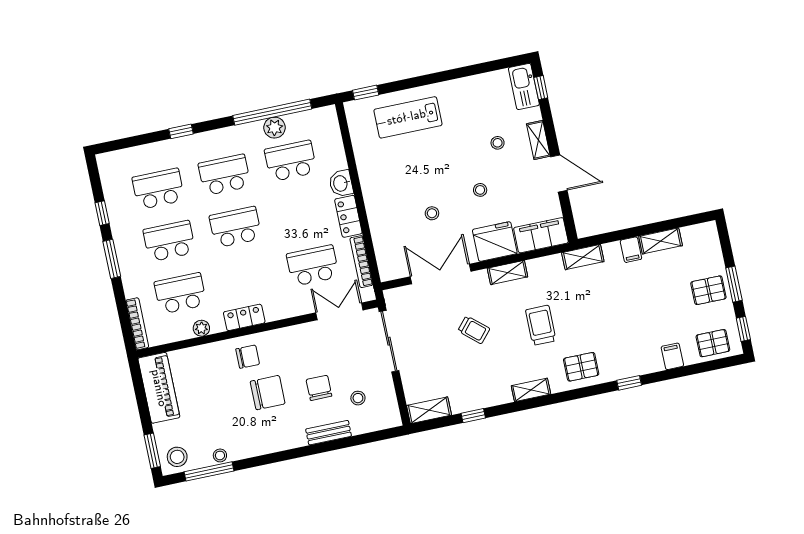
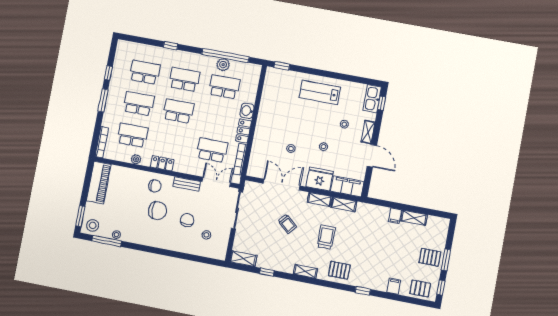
lab bench: (408, 117) -> (320, 92), moved
shelving: (583, 257) -> (344, 204), moved
bench: (329, 433) -> (187, 184), moved

